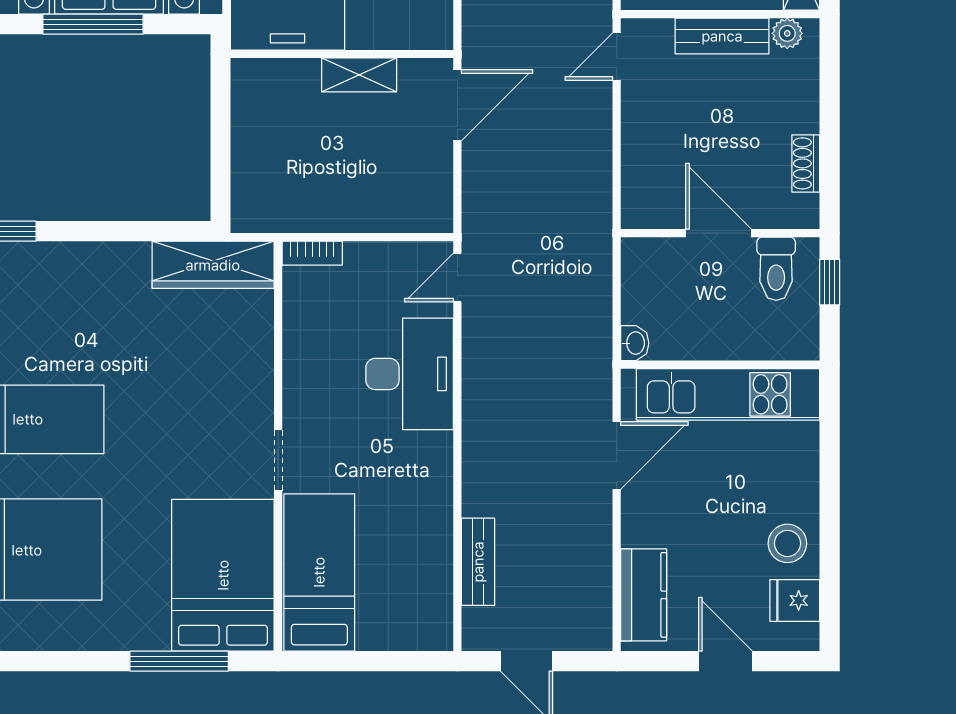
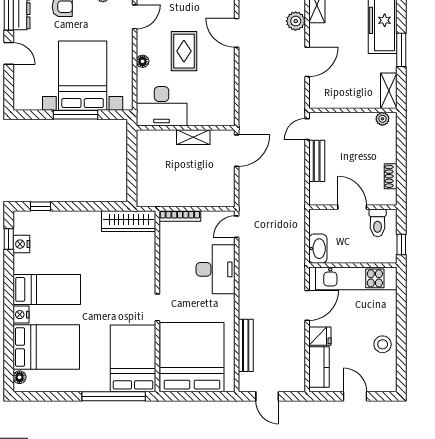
bench: (722, 36) -> (317, 161), moved, turned 90
bookcase: (312, 253) -> (180, 216), width x1.56
window: (830, 282) -> (401, 244), moved
washbasin: (635, 343) -> (318, 249), width x1.91, depth x1.45
bench: (478, 562) -> (246, 345), width x1.36
bed: (319, 572) -> (192, 357), width x2.04
fridge: (795, 600) -> (320, 336), moved, turned 180
window: (179, 661) -> (114, 396), width x1.46

